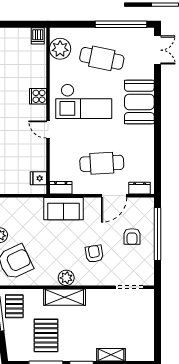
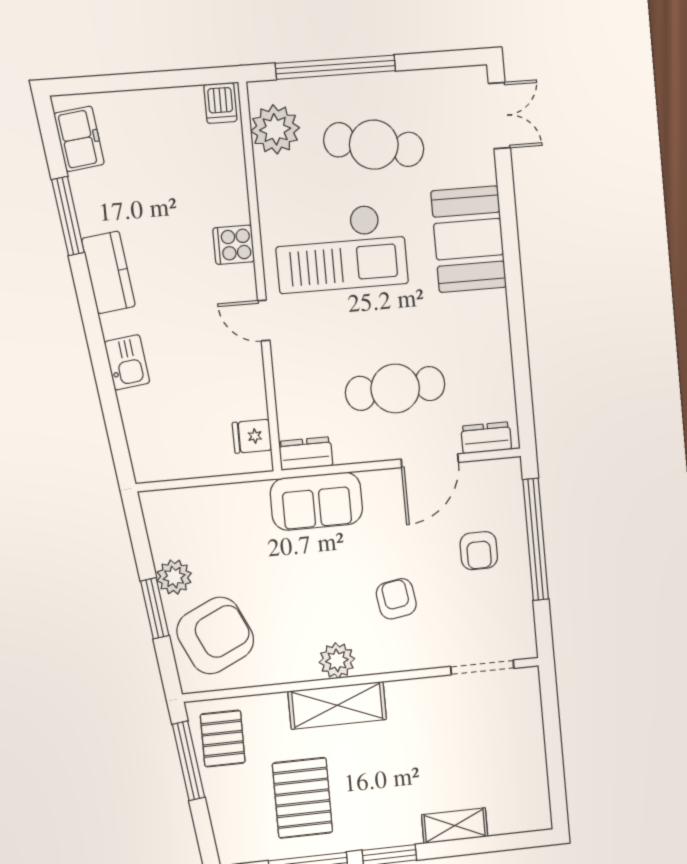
window: (121, 24) -> (335, 67), moved

